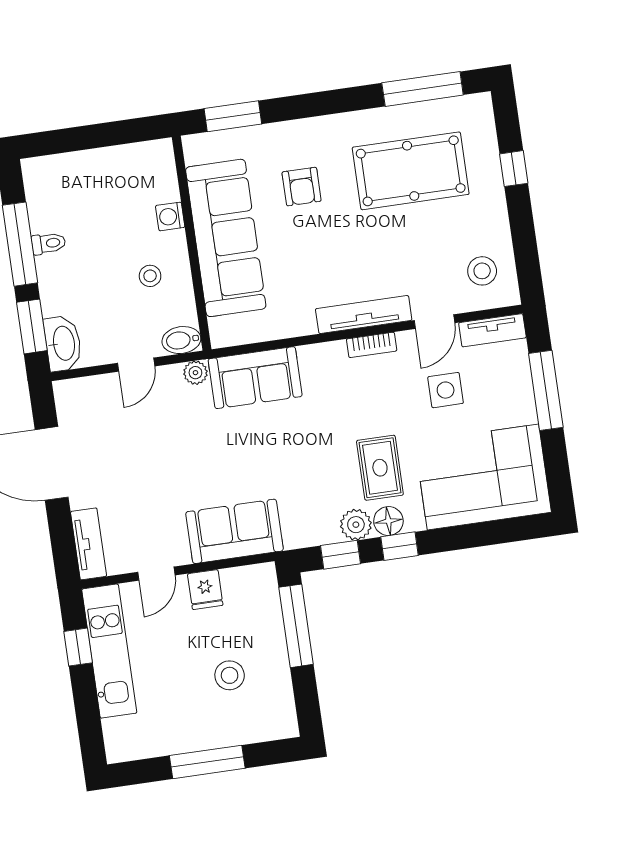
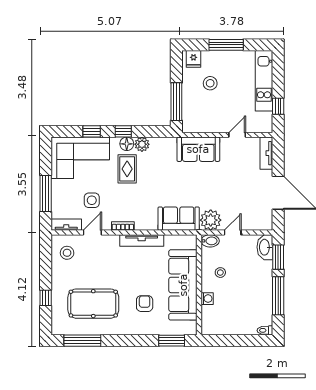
toilet: (48, 243) -> (265, 330), moved
tv unit: (364, 314) -> (142, 241), moved
plant: (195, 373) -> (211, 220), width x1.87, depth x1.87
window: (340, 555) -> (92, 131), moved
fridge: (205, 590) -> (194, 59), moved, turned 180
kitchen unit: (109, 651) -> (264, 81), moved

